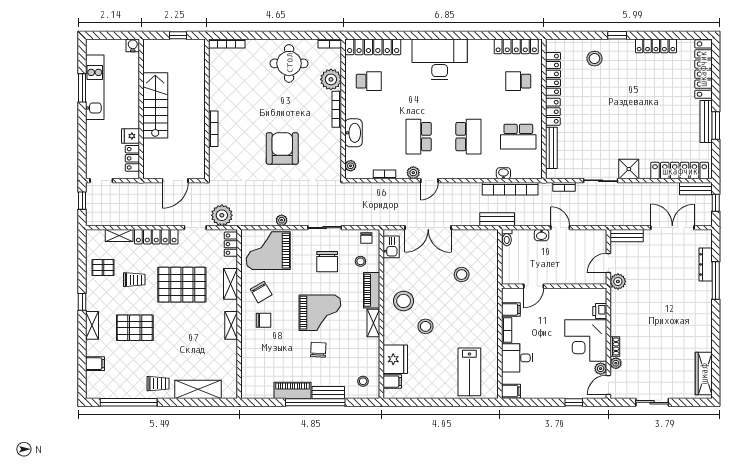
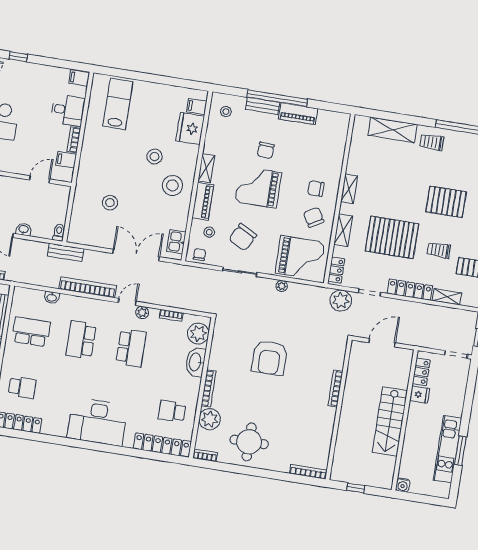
plant: (351, 166) -> (198, 334), width x1.88, depth x1.88
bookcase: (510, 189) -> (88, 287), moved
chair: (327, 262) -> (243, 237), turned -153

